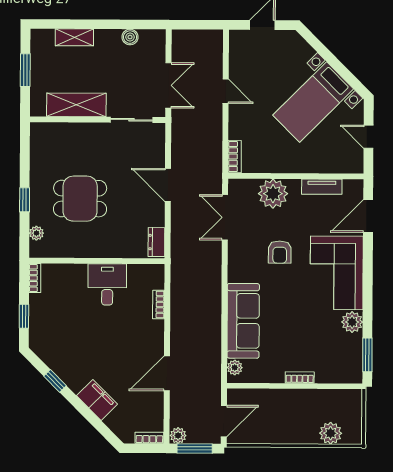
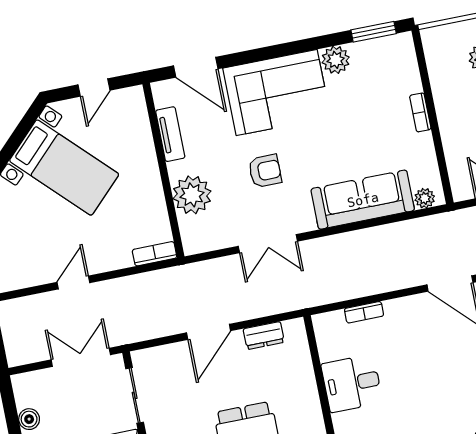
double door: (225, 217) -> (268, 244), moved
dresser: (156, 242) -> (264, 336), moved

